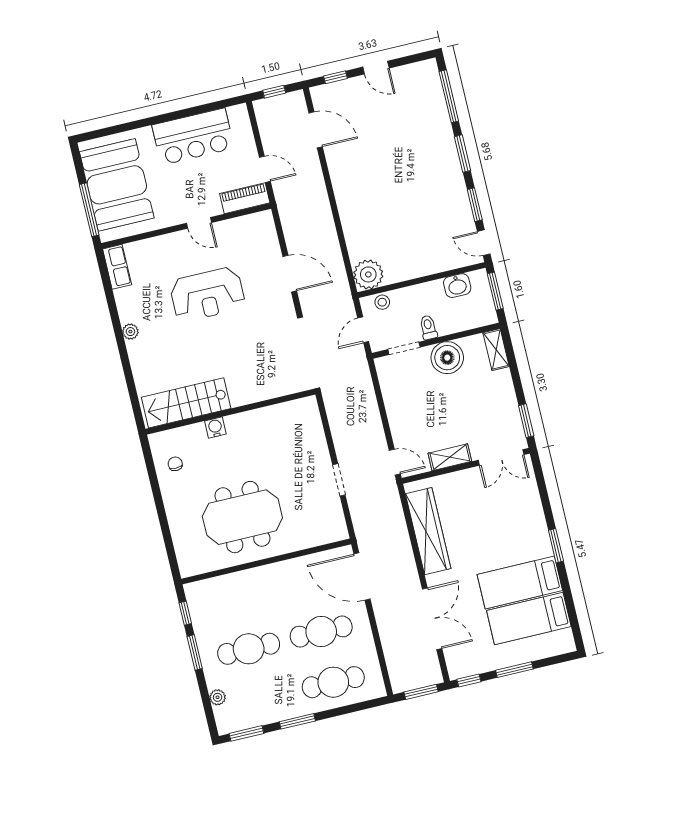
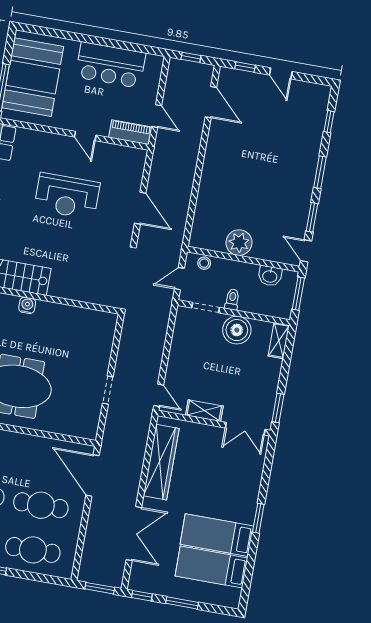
window: (449, 96) -> (329, 122), width x0.46
plant: (368, 274) -> (239, 243), moved

